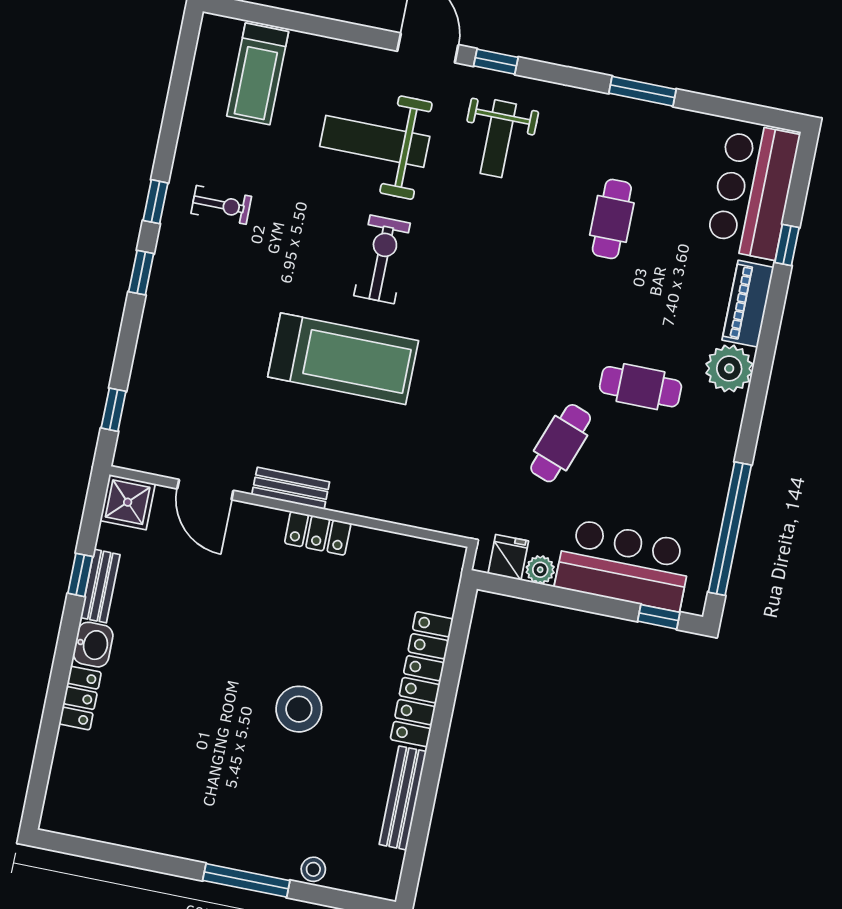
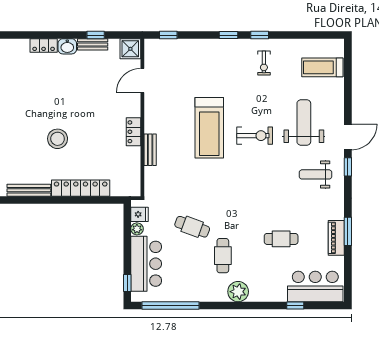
cafe table: (612, 219) -> (281, 239), moved
piano: (748, 304) -> (336, 238), moved, turned -90
bench: (291, 488) -> (150, 150), moved

